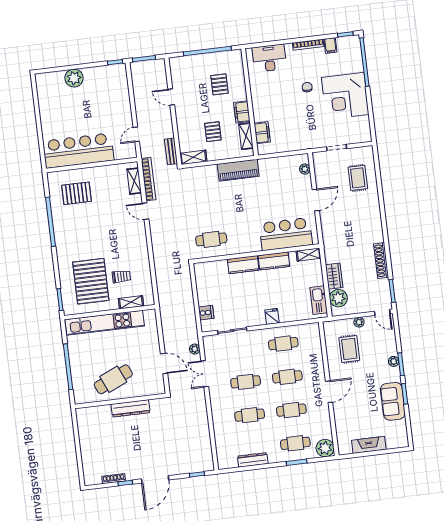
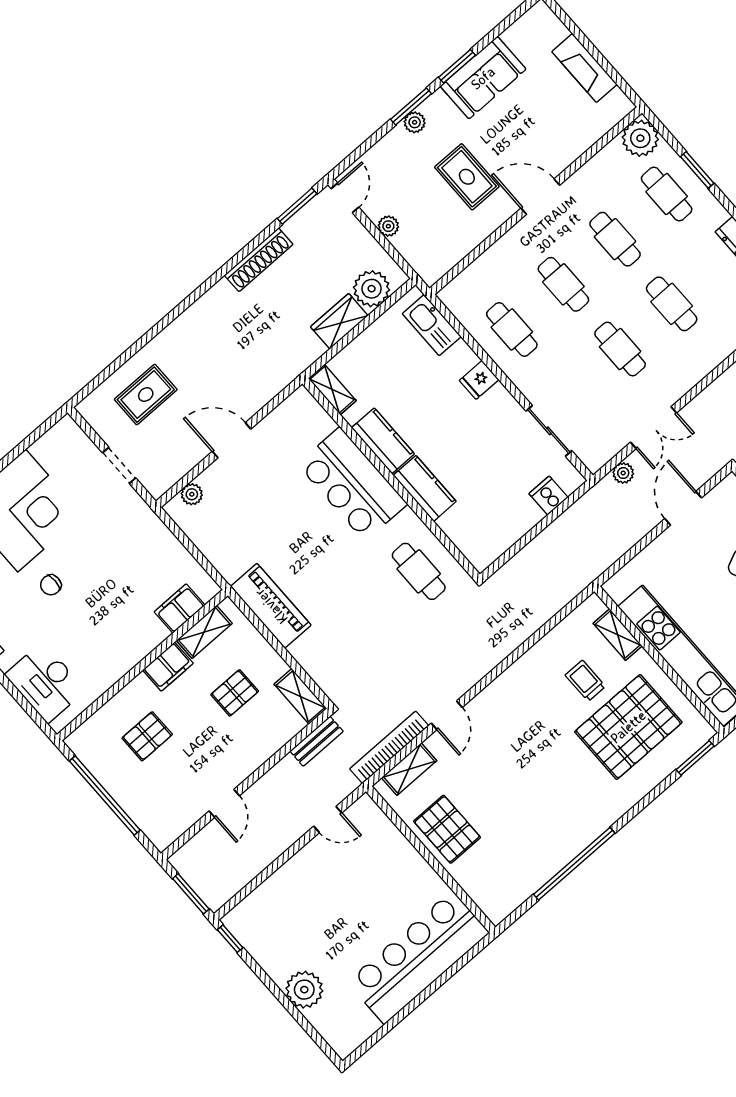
bar counter: (78, 151) -> (418, 957), moved, turned 90
pallet: (76, 193) -> (447, 829), moved
bar counter: (286, 234) -> (352, 484), moved
kitchen sink: (319, 300) -> (432, 325), moved, turned 90
rug: (349, 349) -> (467, 177), moved, turned 90

